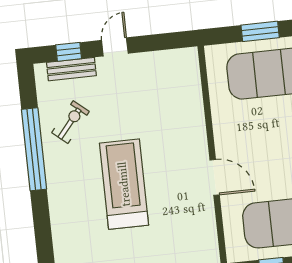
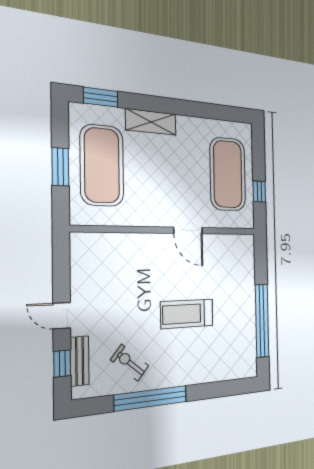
door: (215, 177) -> (188, 230), swing flipped
treadmill: (124, 184) -> (187, 314), width x0.73, depth x0.73

